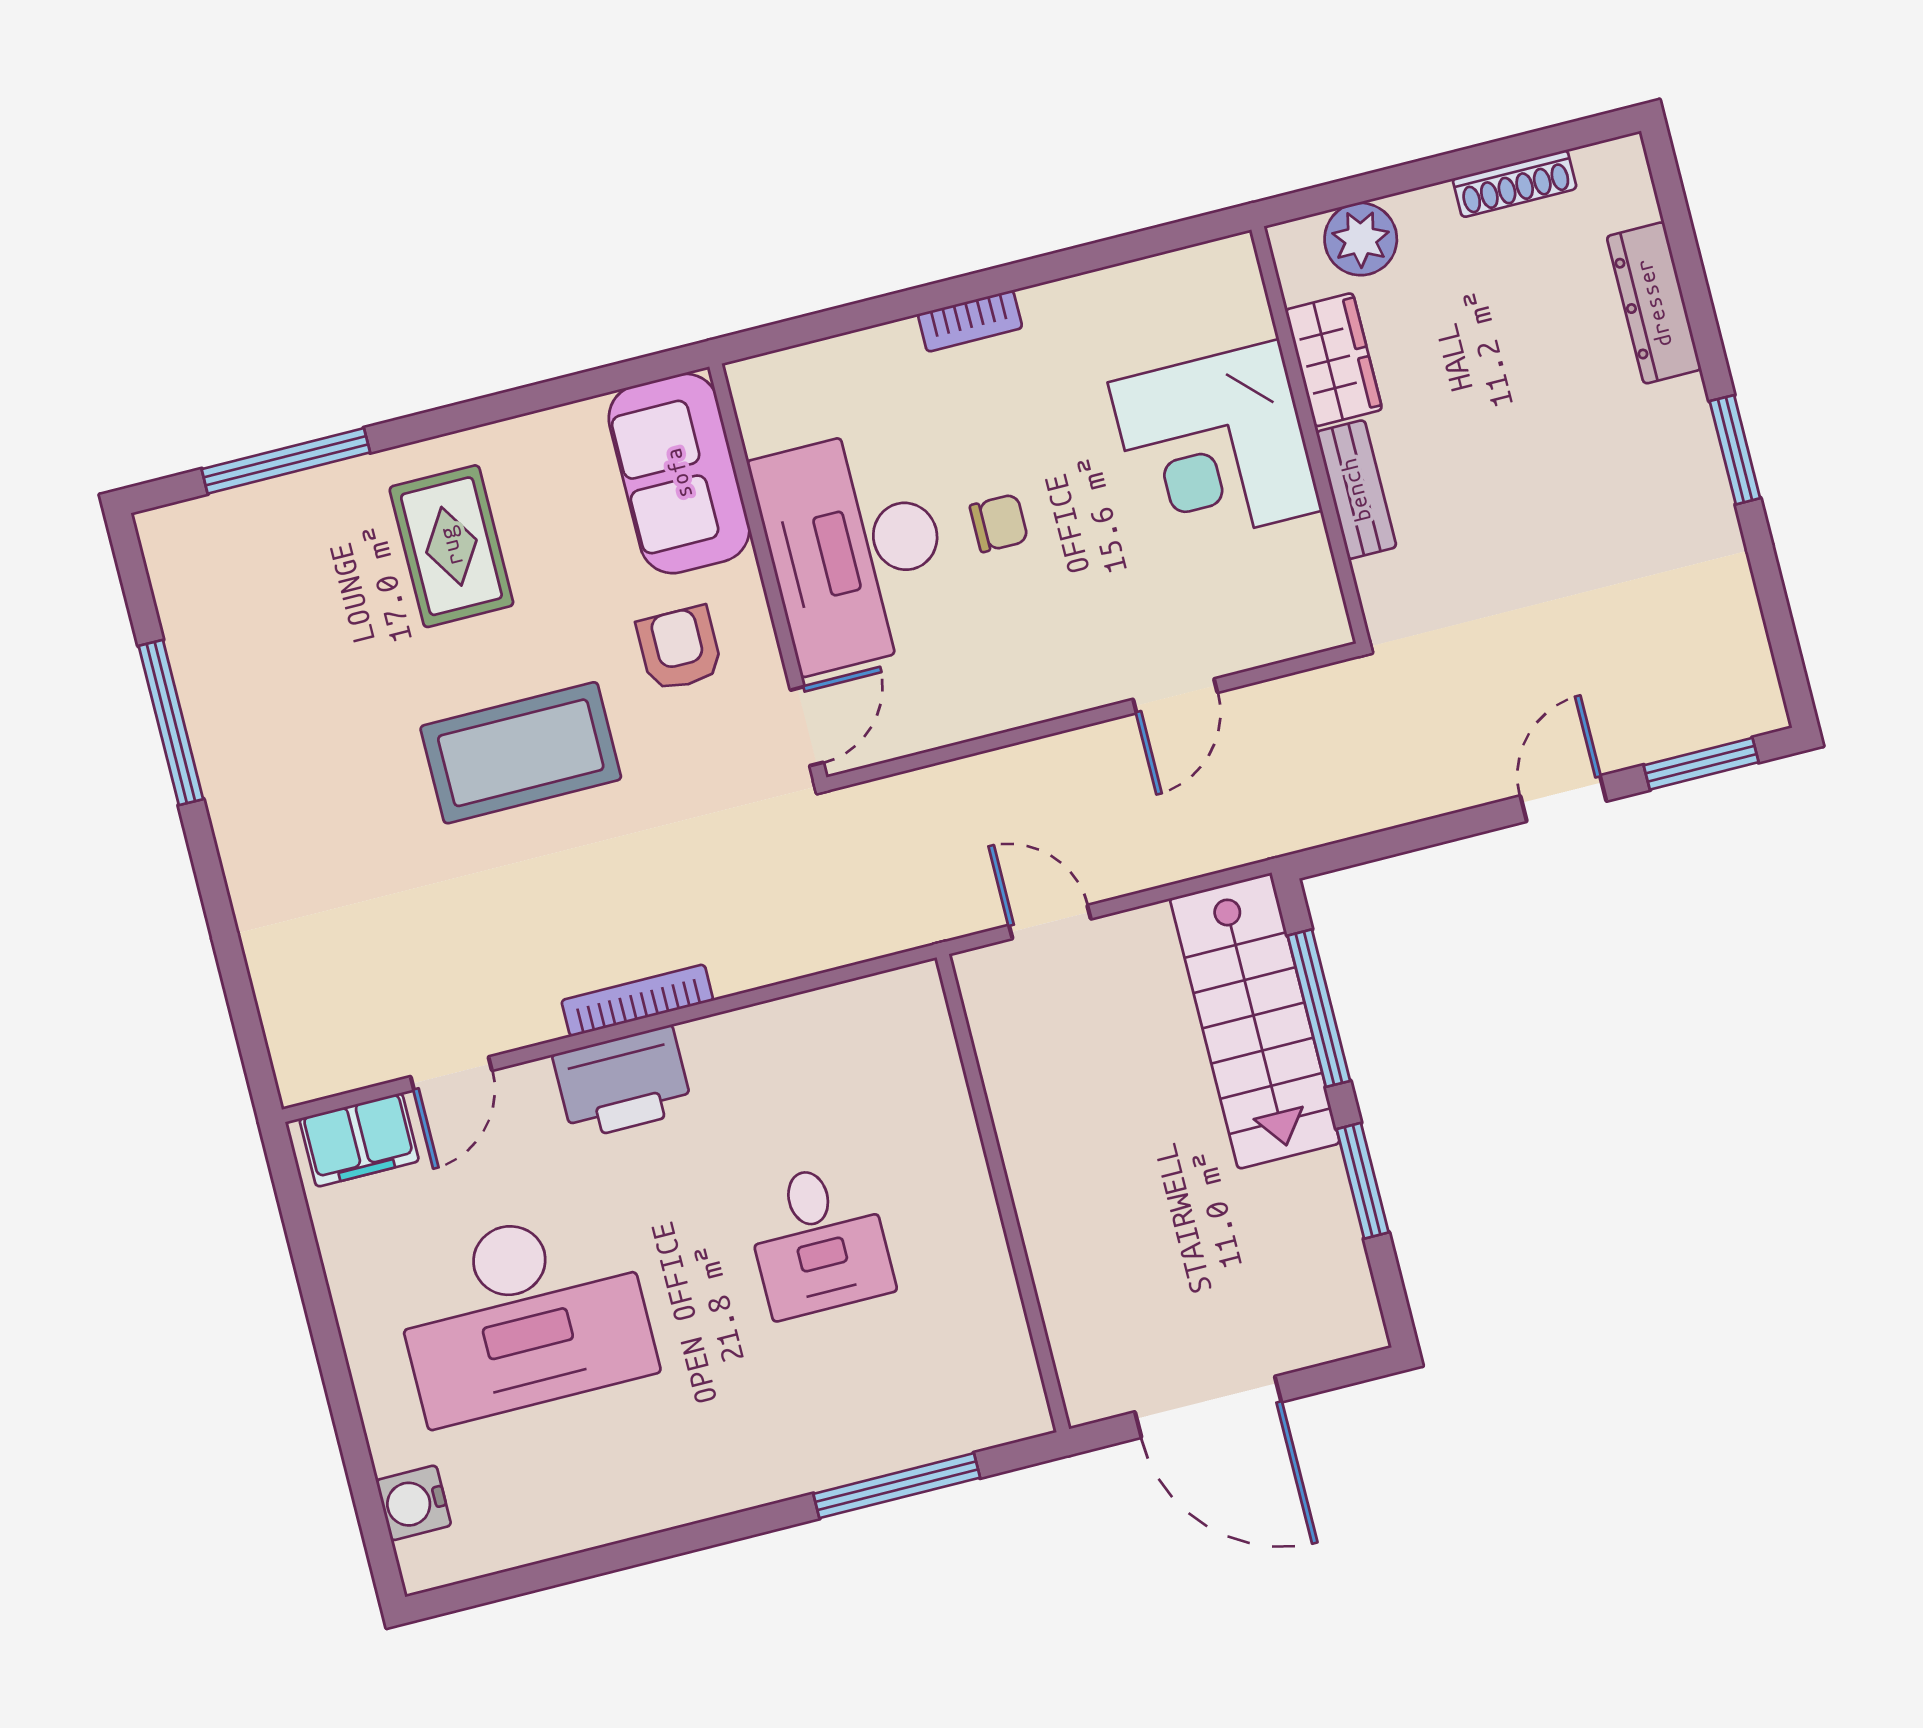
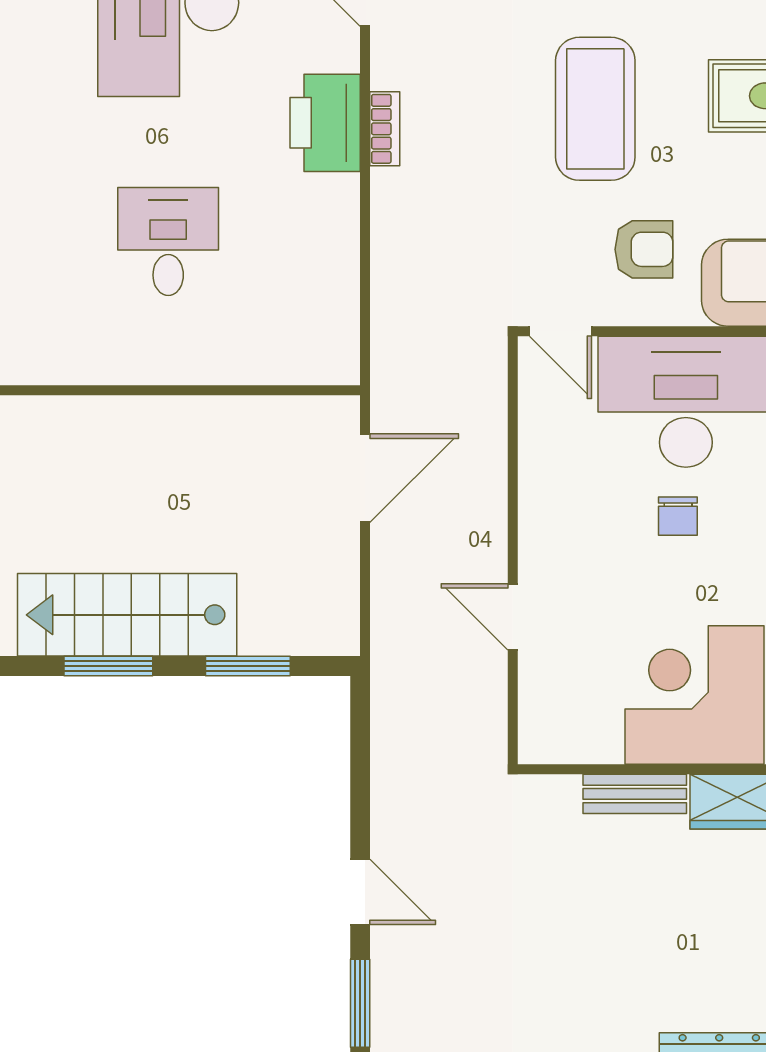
door: (1050, 922) -> (365, 478), width x1.38
bookcase: (637, 1000) -> (385, 129), width x0.64
window: (1319, 1008) -> (248, 666), width x0.69
stairs: (1255, 1021) -> (127, 615), moved
desk: (819, 1240) -> (168, 241), turned 90

